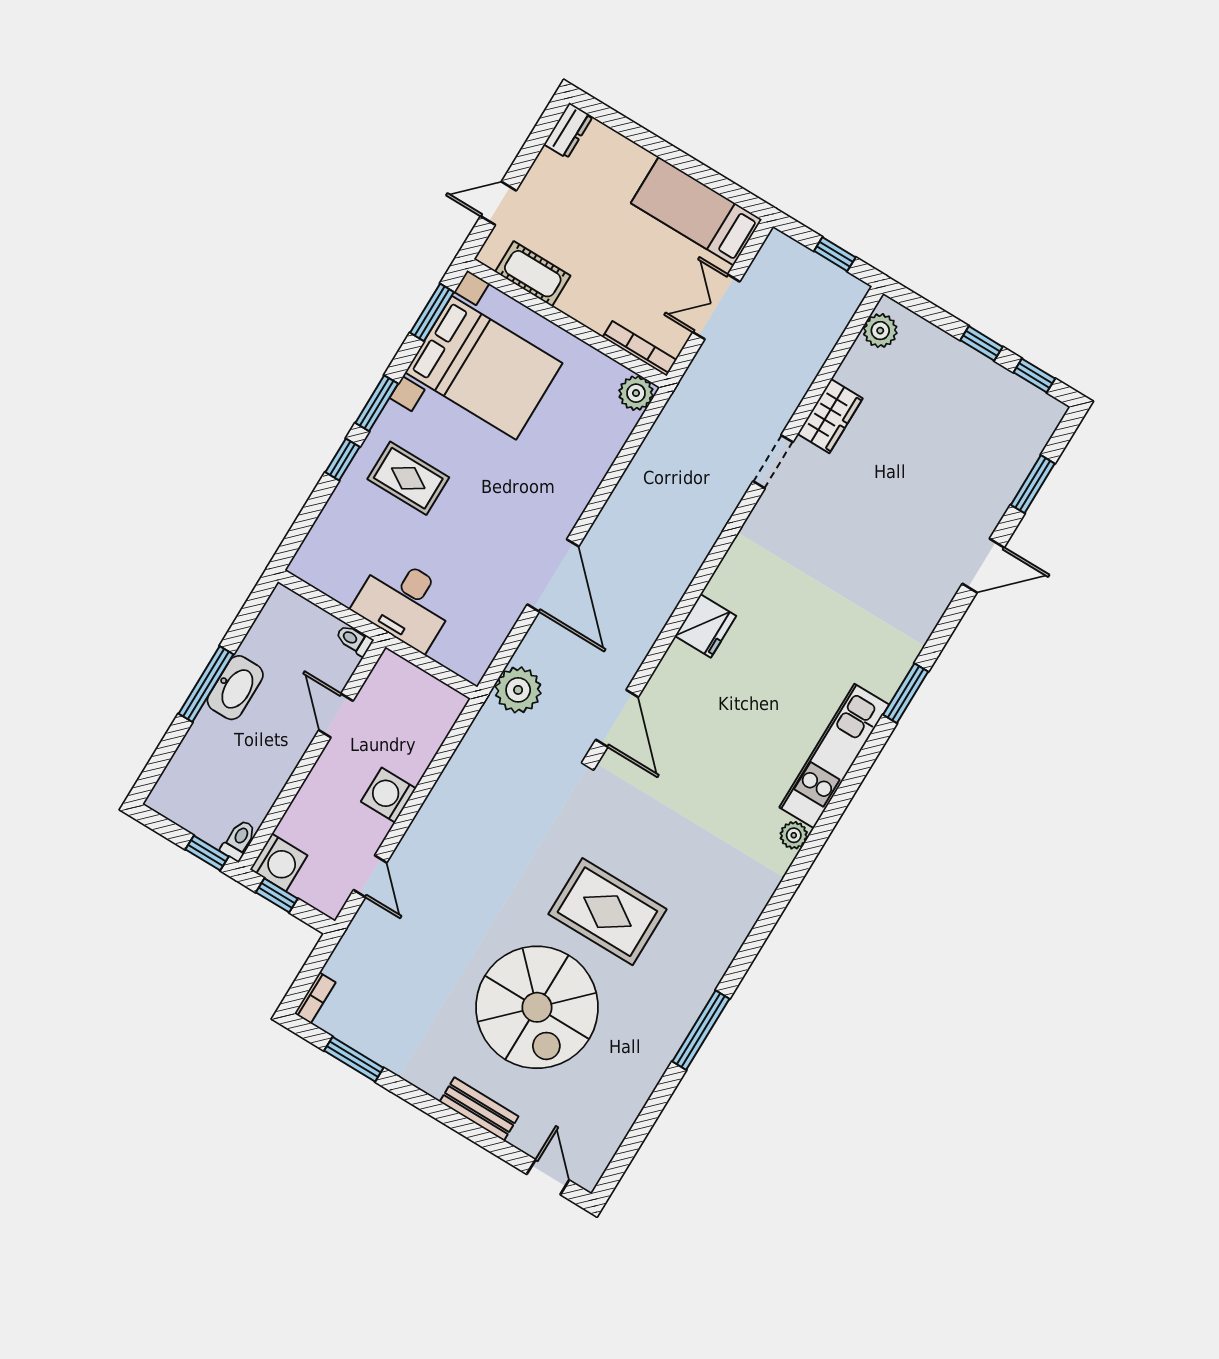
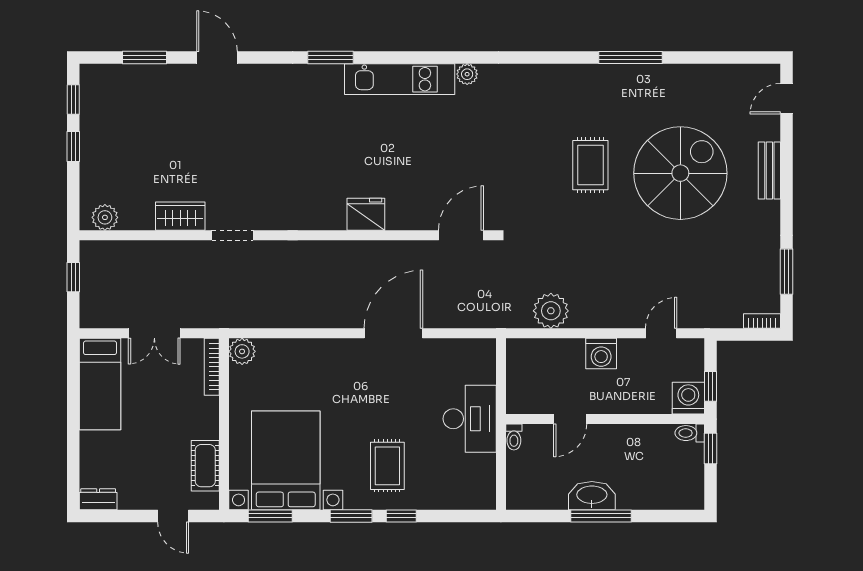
plant: (518, 690) -> (551, 311), moved
rug: (607, 912) -> (590, 165), width x0.73, depth x0.70

